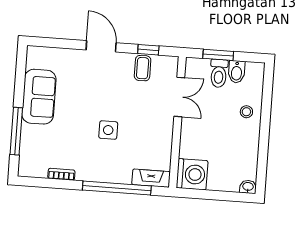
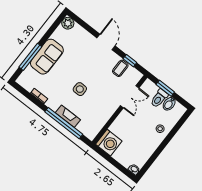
plant: (36, 55) -> (68, 23), added
sofa: (39, 97) -> (47, 57), moved
fireplace: (151, 178) -> (68, 116), moved

